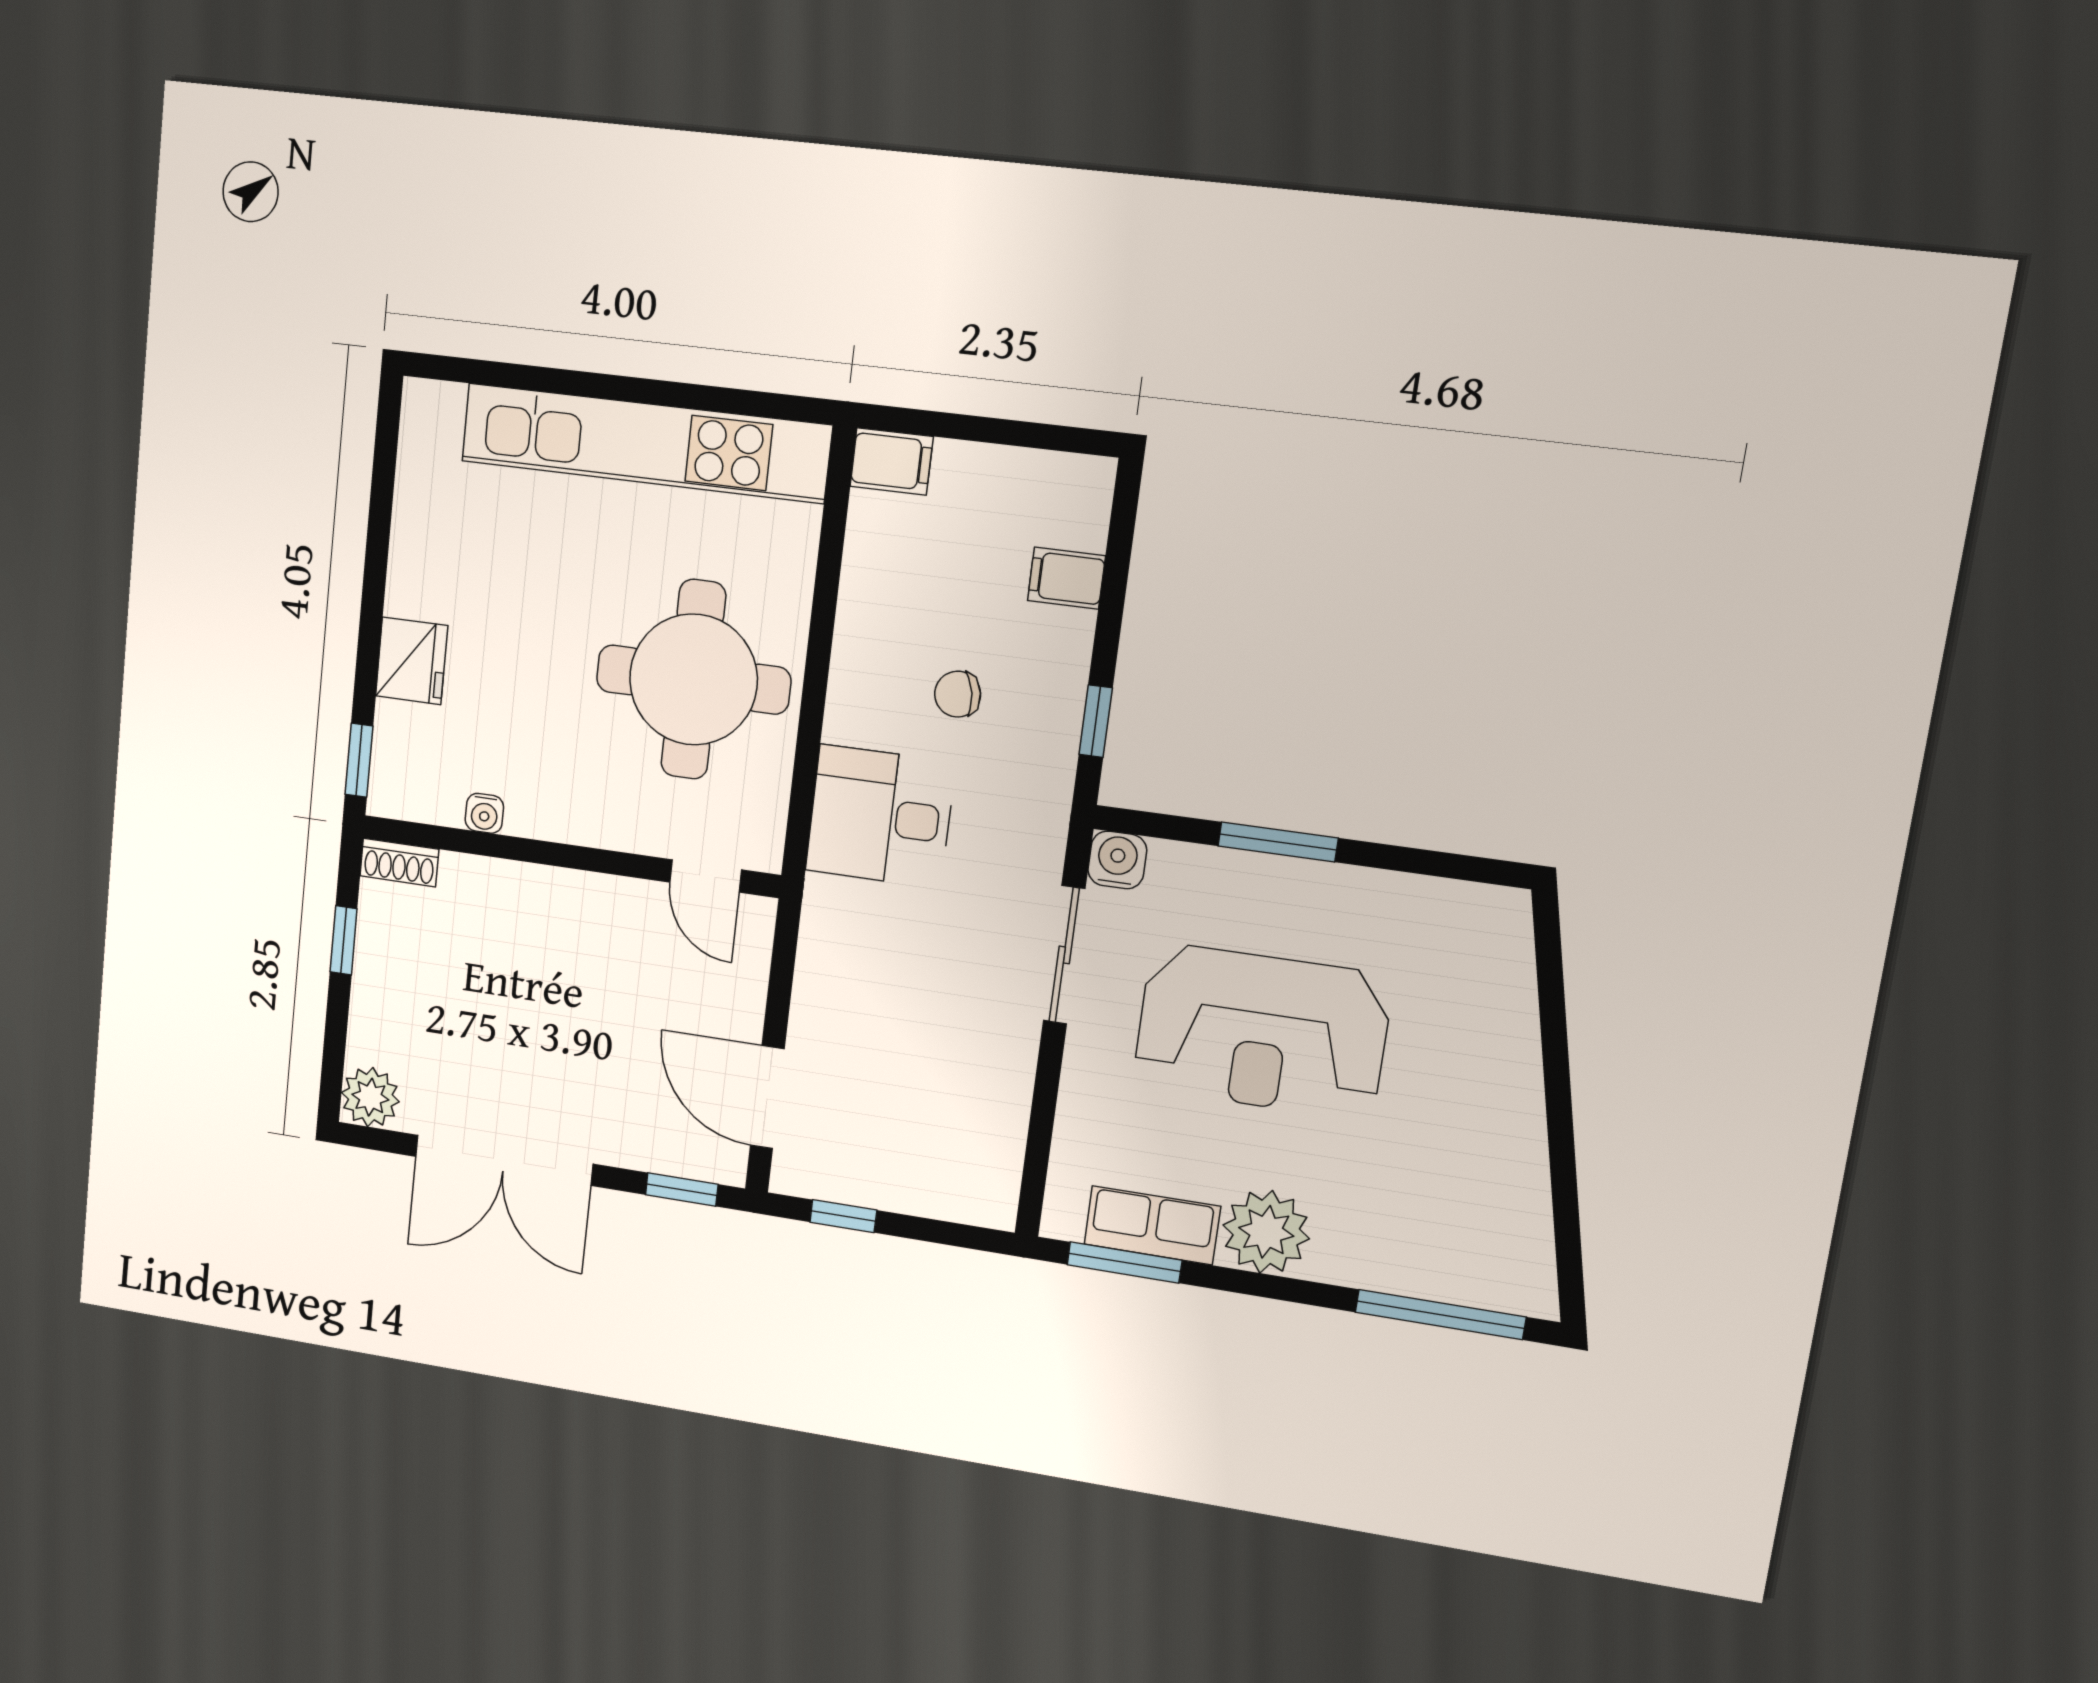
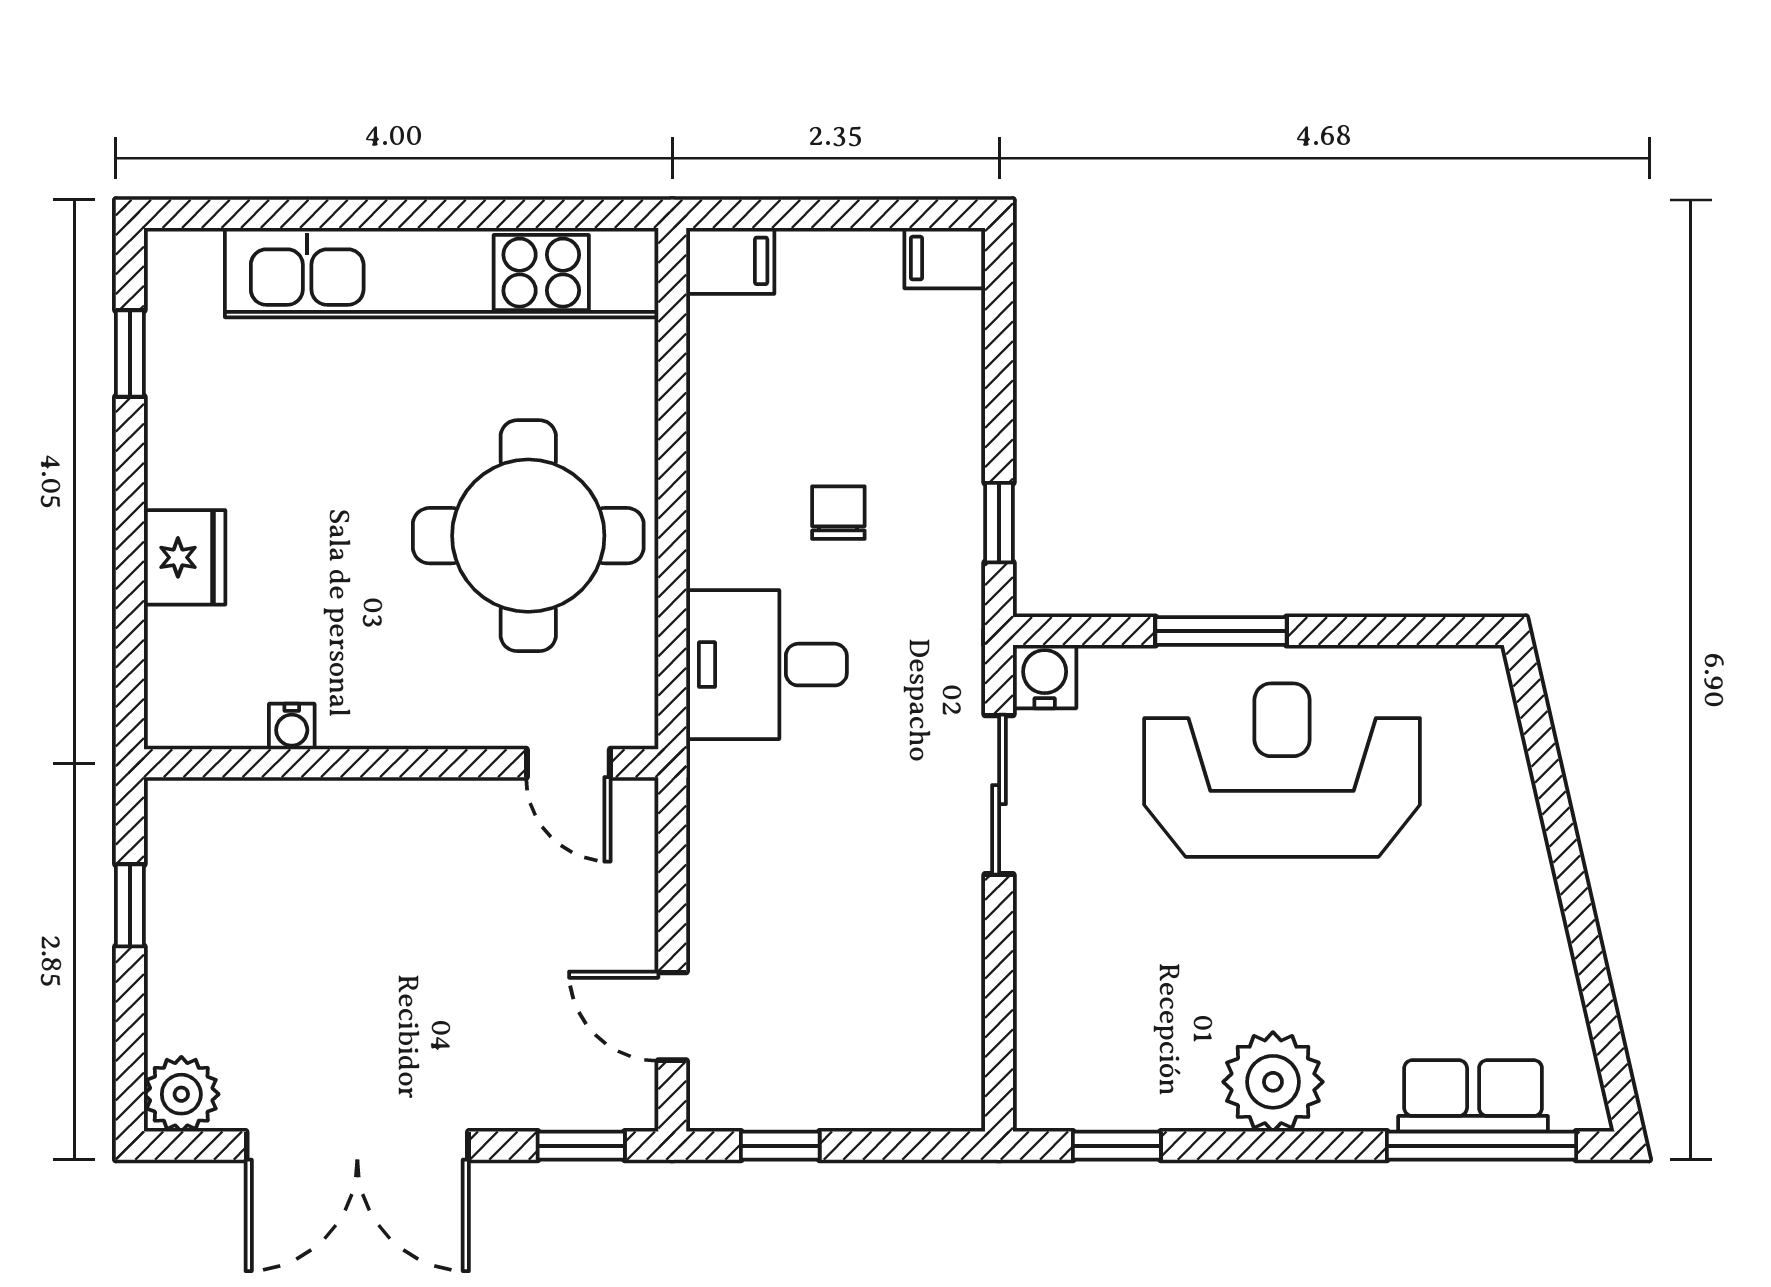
filing cabinet: (1066, 578) -> (945, 258), moved
chair: (958, 694) -> (838, 513), turned 100
window: (359, 760) -> (130, 354), moved
shoe rack: (399, 862) -> (192, 800), removed
reception desk: (1262, 1031) -> (1282, 770), moved, turned 180
door: (767, 1097) -> (672, 1016), width x0.73
row of seats: (1152, 1225) -> (1473, 1096), moved
window: (1124, 1262) -> (1117, 1146), width x0.67

